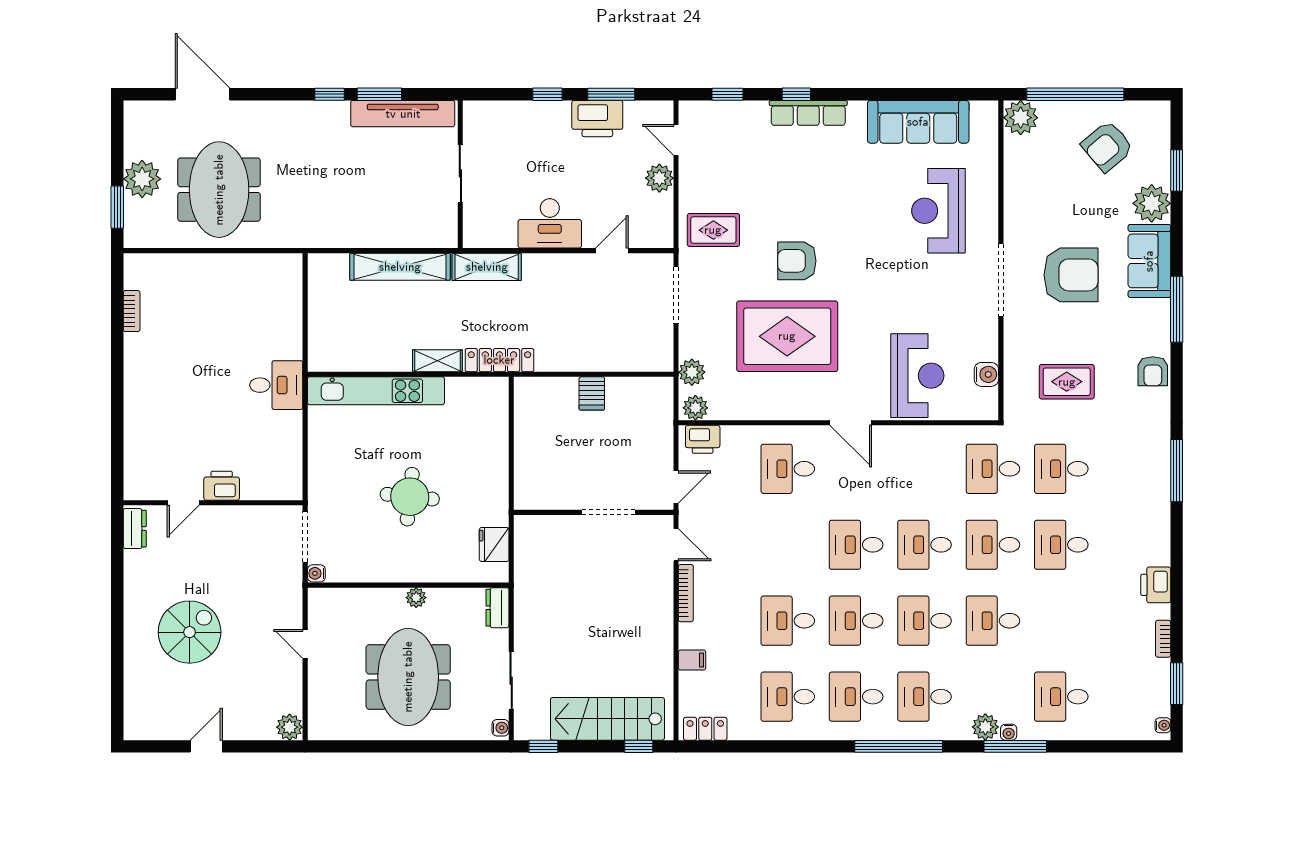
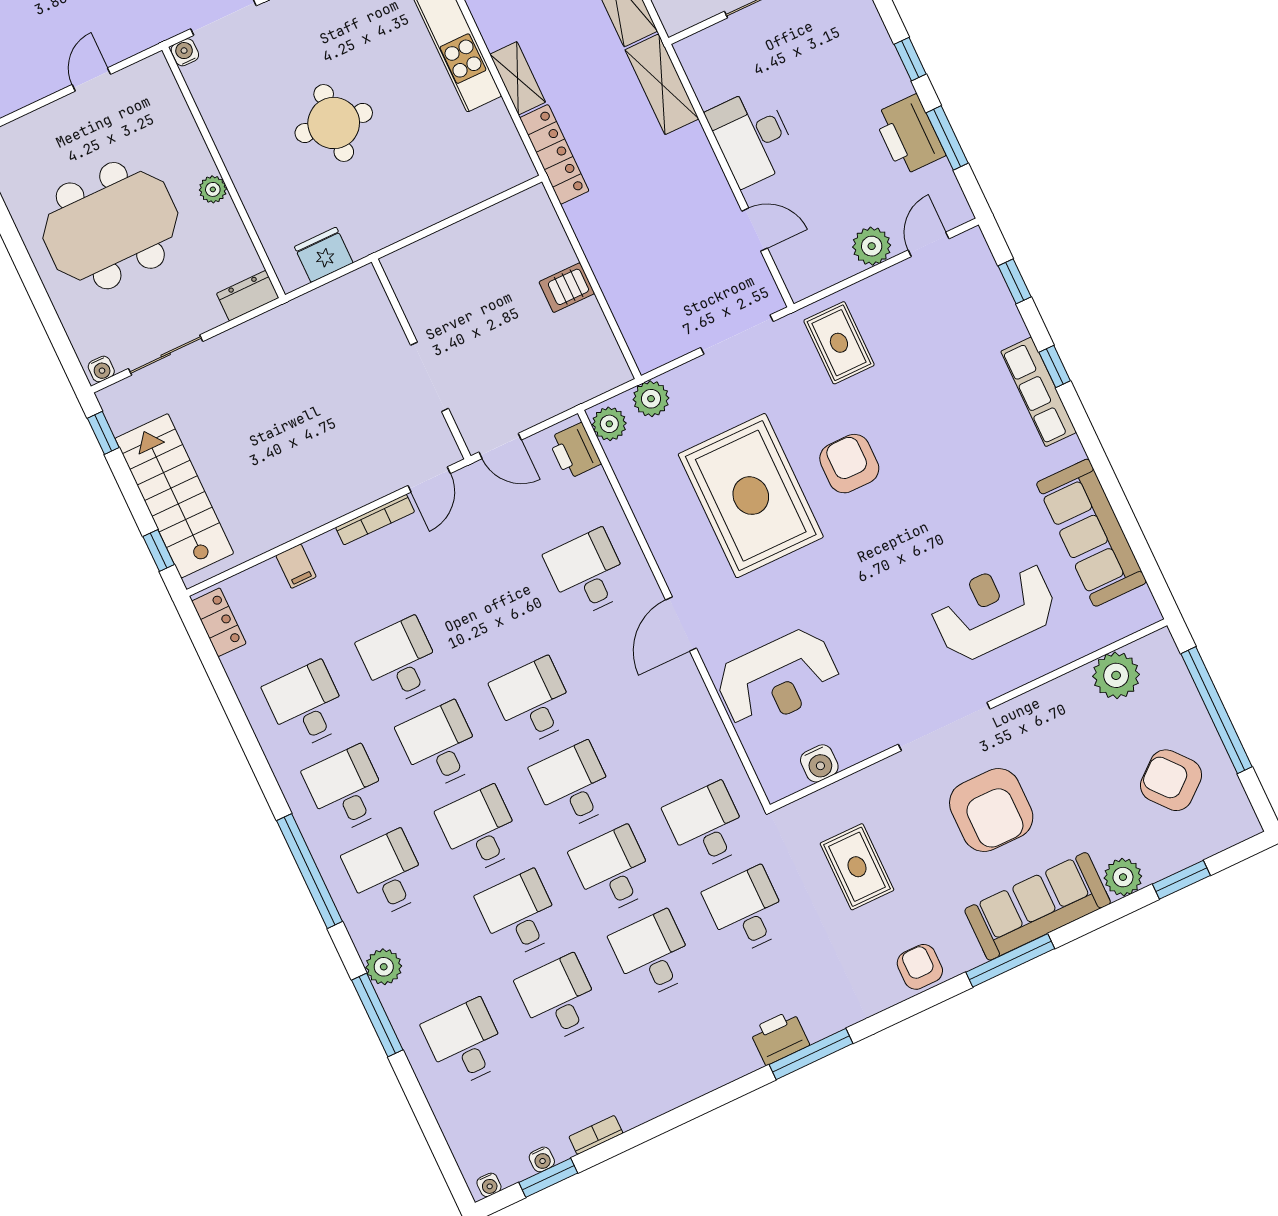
plant: (1021, 118) -> (1116, 675), moved
plant: (1152, 203) -> (1123, 877), width x0.73, depth x0.73
sofa: (1149, 261) -> (1038, 906), width x1.36
armchair: (1153, 371) -> (920, 967), turned 90
printer: (1156, 585) -> (779, 1037), moved
desk: (1061, 621) -> (559, 999), added
water cooler: (1009, 732) -> (542, 1159), moved, turned -90

